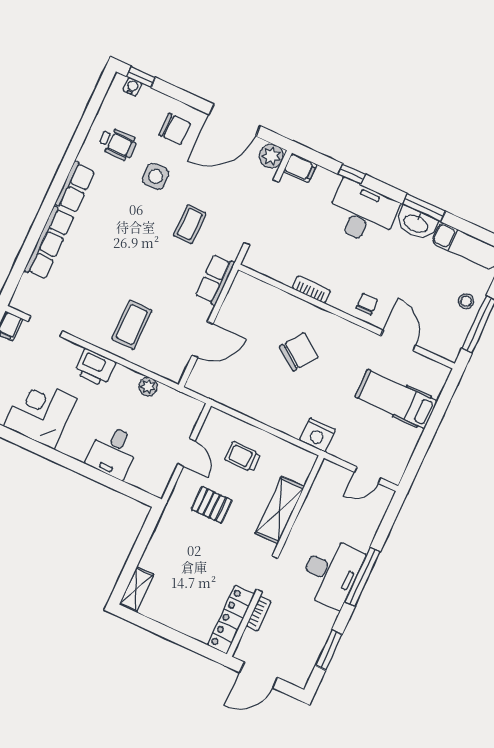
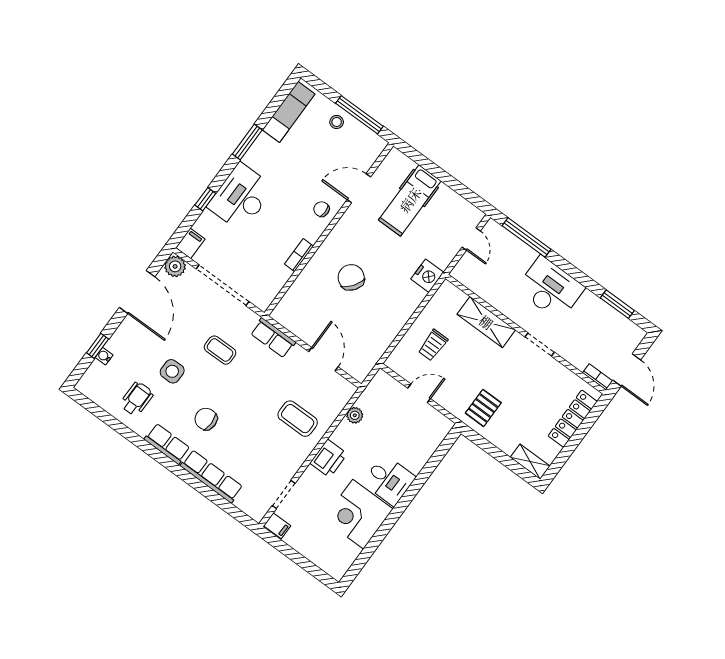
window: (141, 77) -> (98, 346), moved
water cooler: (132, 87) -> (104, 356), moved
chair: (175, 129) -> (206, 419), moved, turned -90
washbasin: (416, 223) -> (260, 152), removed
desk: (113, 452) -> (389, 480), moved
pallet: (212, 505) -> (483, 408), moved
window: (362, 577) -> (526, 237), moved
bookcase: (259, 614) -> (598, 377), moved
locker: (231, 620) -> (573, 419), moved, turned 90

